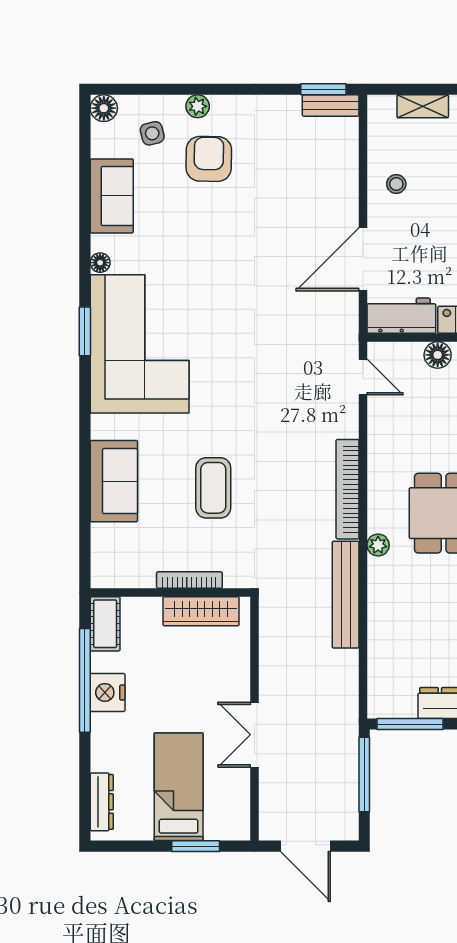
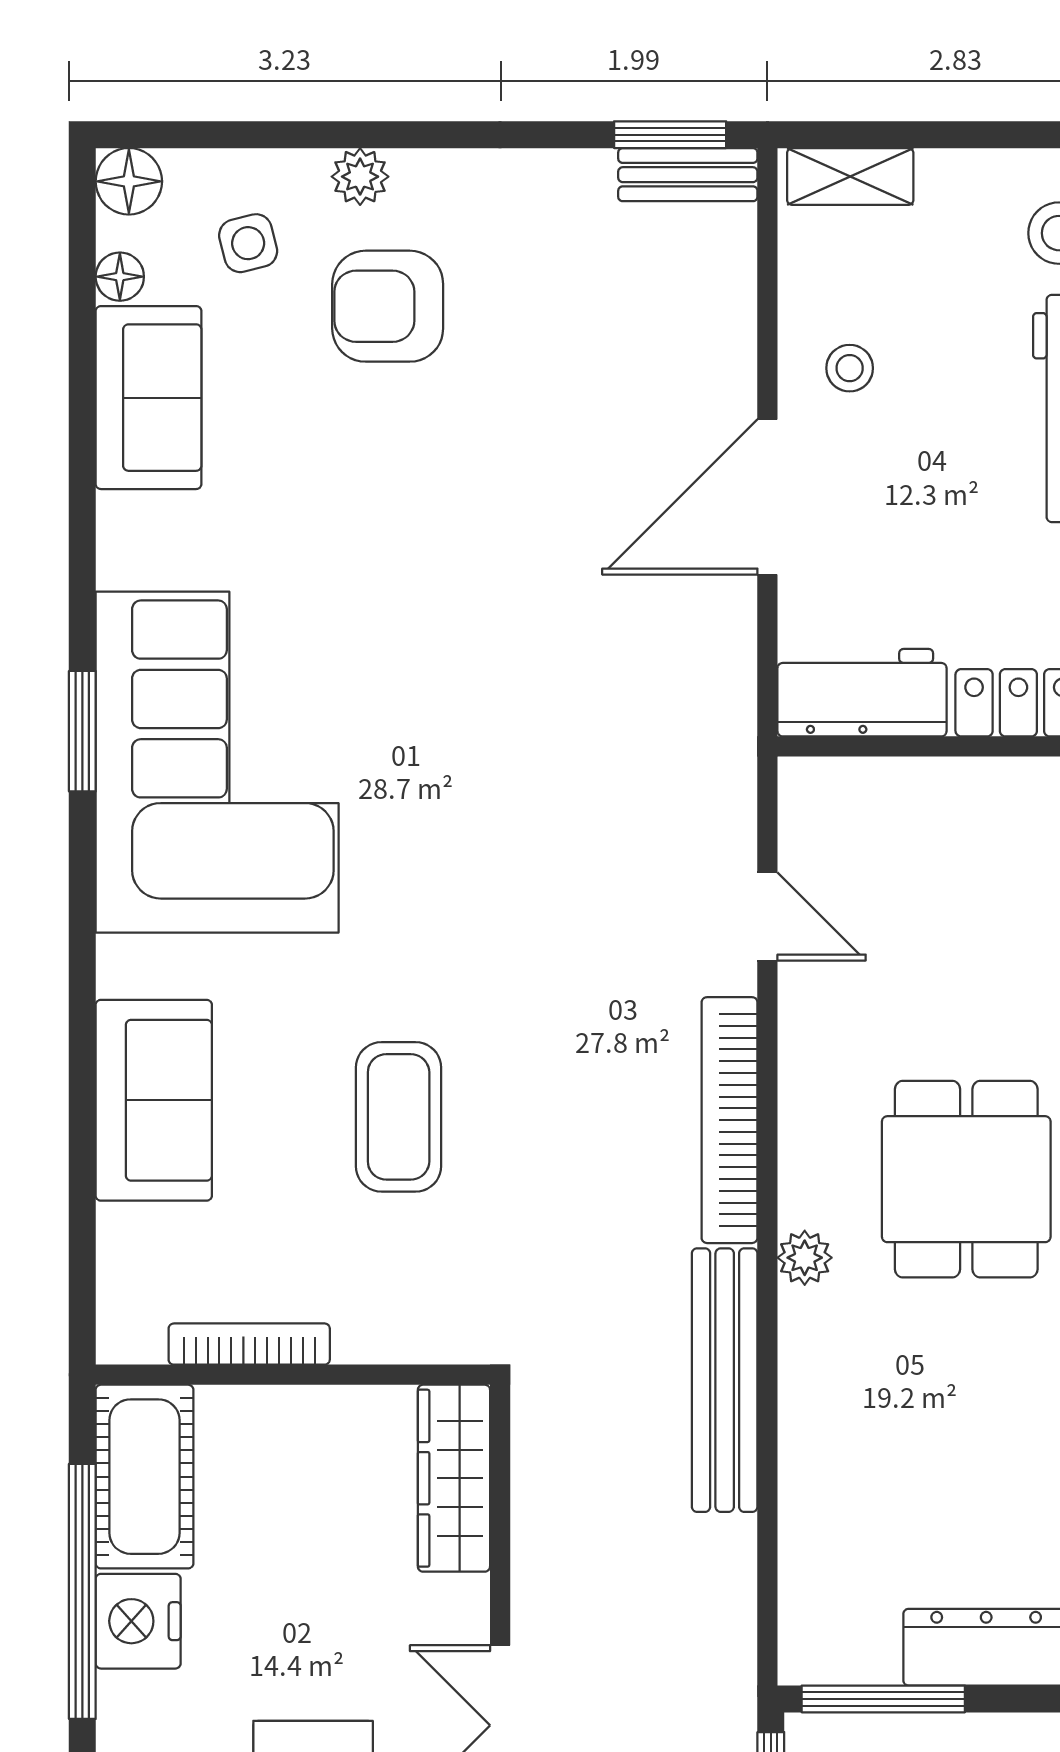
shelving: (423, 106) -> (850, 176), moved
armchair: (209, 159) -> (388, 306), turned -91
door: (363, 259) -> (767, 497), moved
floor lamp: (100, 263) -> (120, 277), moved
floor lamp: (438, 355) -> (951, 789), removed
door: (363, 377) -> (767, 916), moved
bookcase: (189, 580) -> (249, 1344), moved
wardrobe: (201, 611) -> (454, 1478), moved, turned 90
cot: (105, 624) -> (144, 1477), width x1.37, depth x1.34

